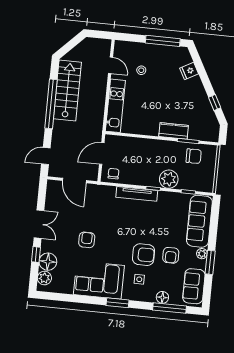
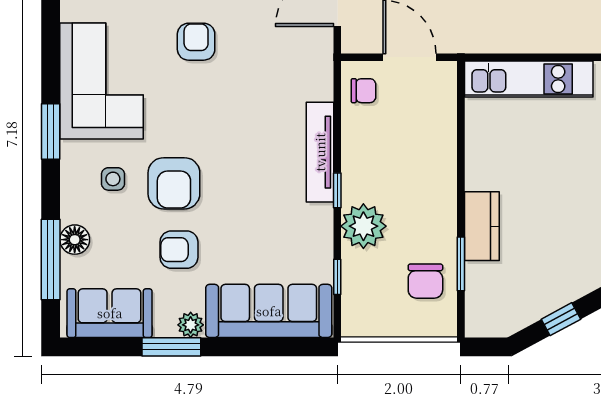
armchair: (87, 240) -> (196, 42), turned -90

